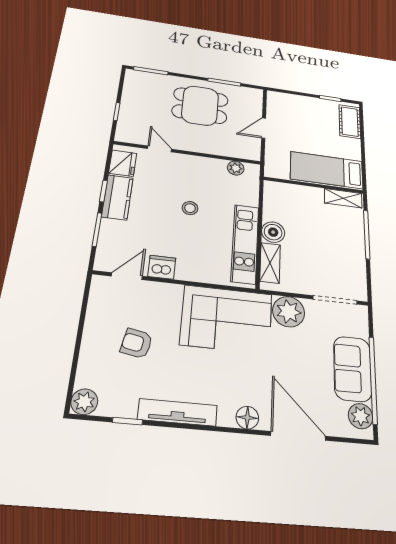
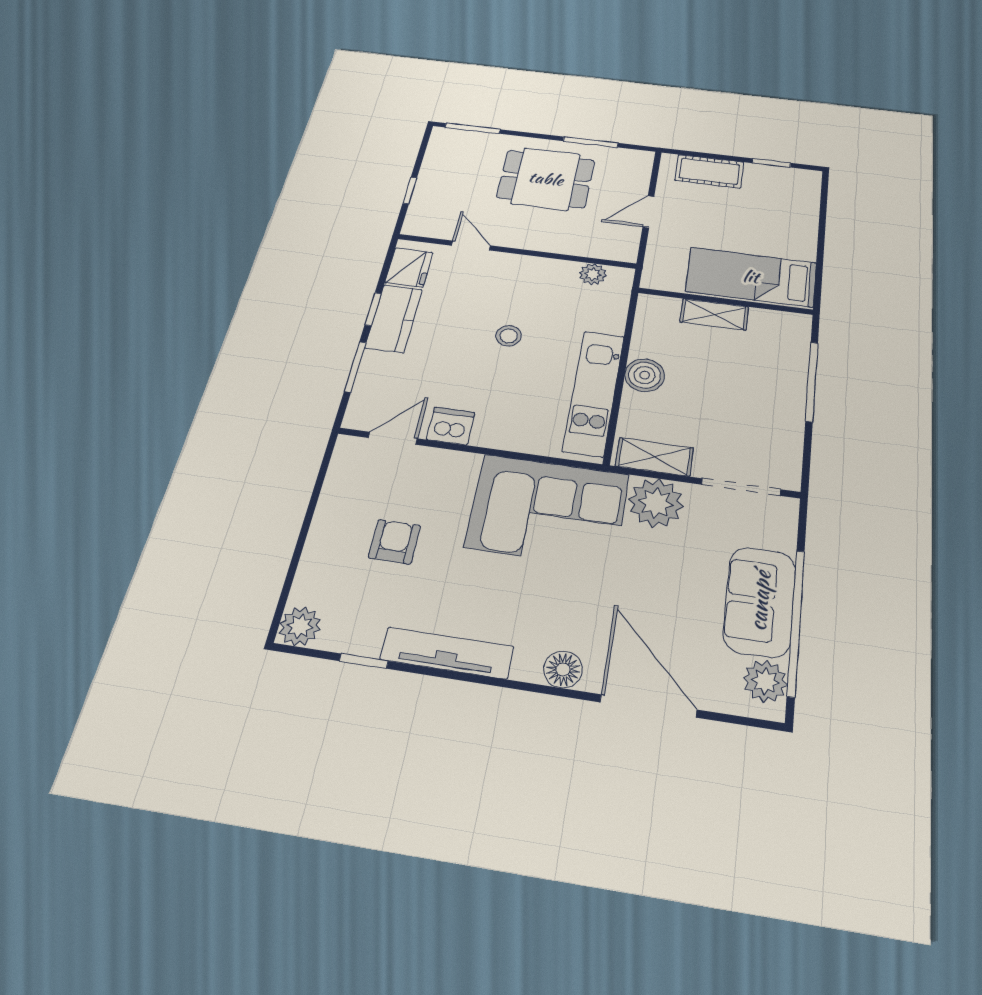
cot: (350, 122) -> (709, 171), moved, turned 90
shelving: (343, 198) -> (714, 314), moved
shelving: (270, 263) -> (654, 457), moved, turned 90
armchair: (137, 343) -> (394, 542), turned 79

